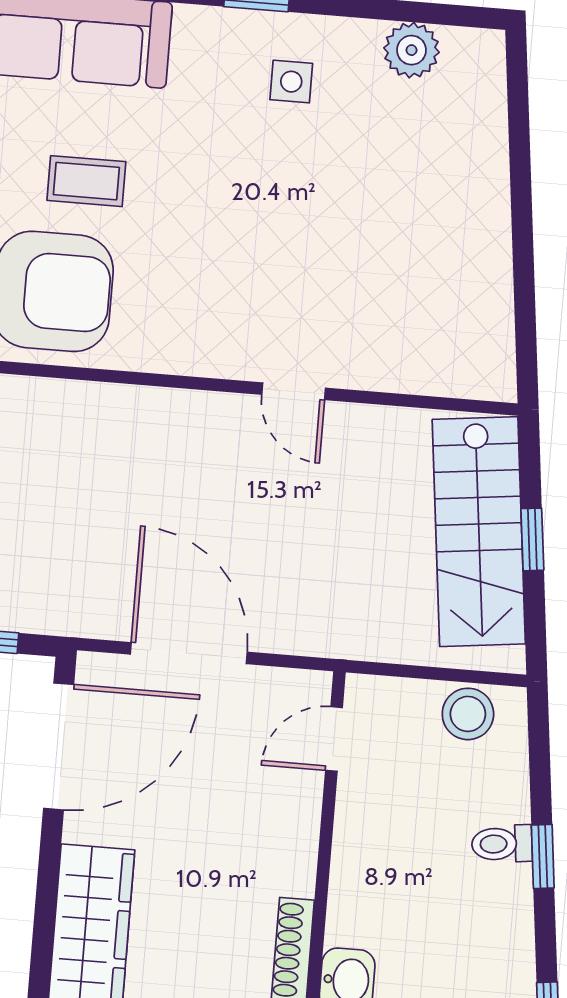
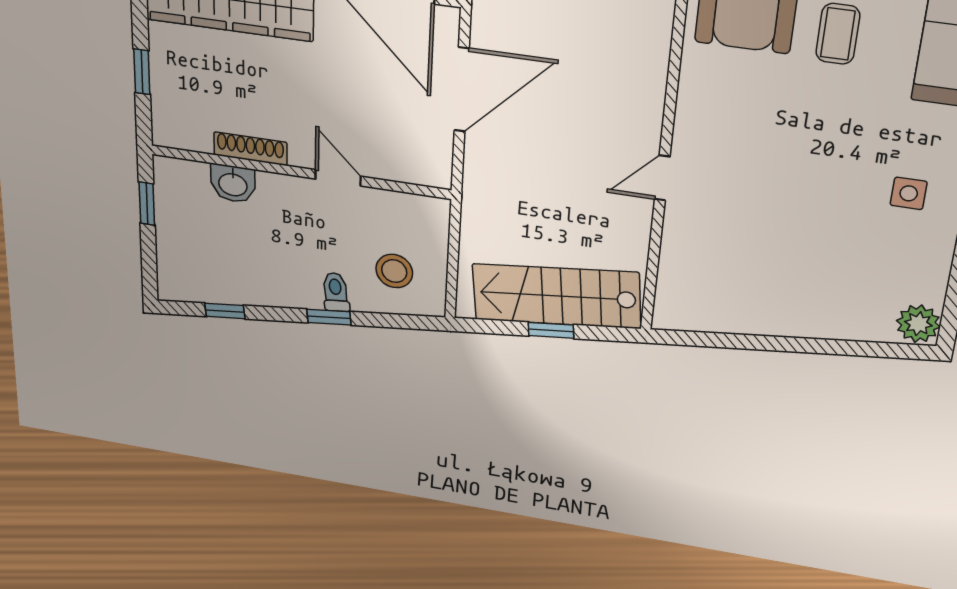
plant: (411, 50) -> (918, 324), moved
stool: (468, 714) -> (394, 271), moved
door: (334, 739) -> (338, 178), moved

